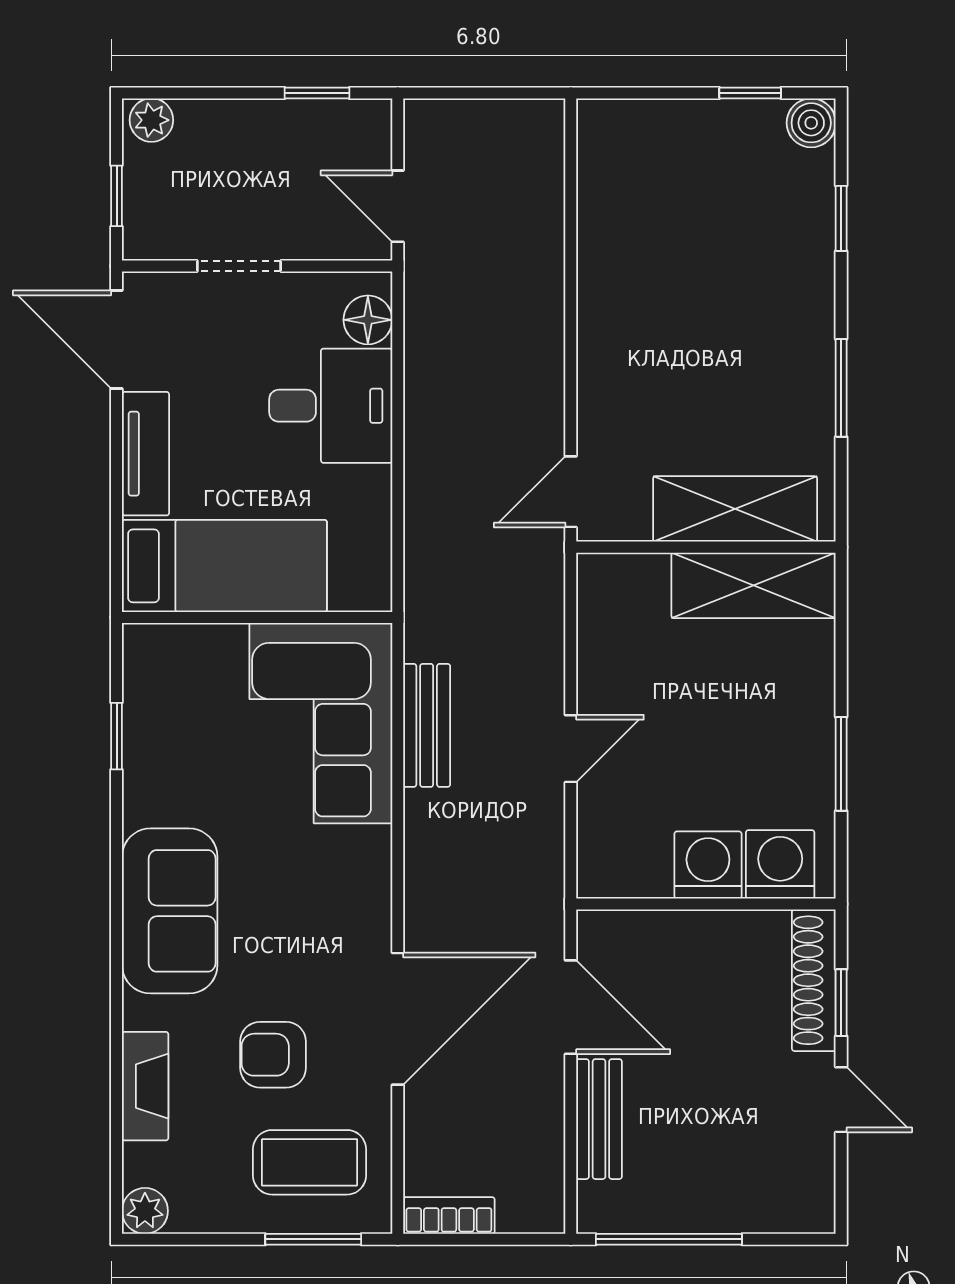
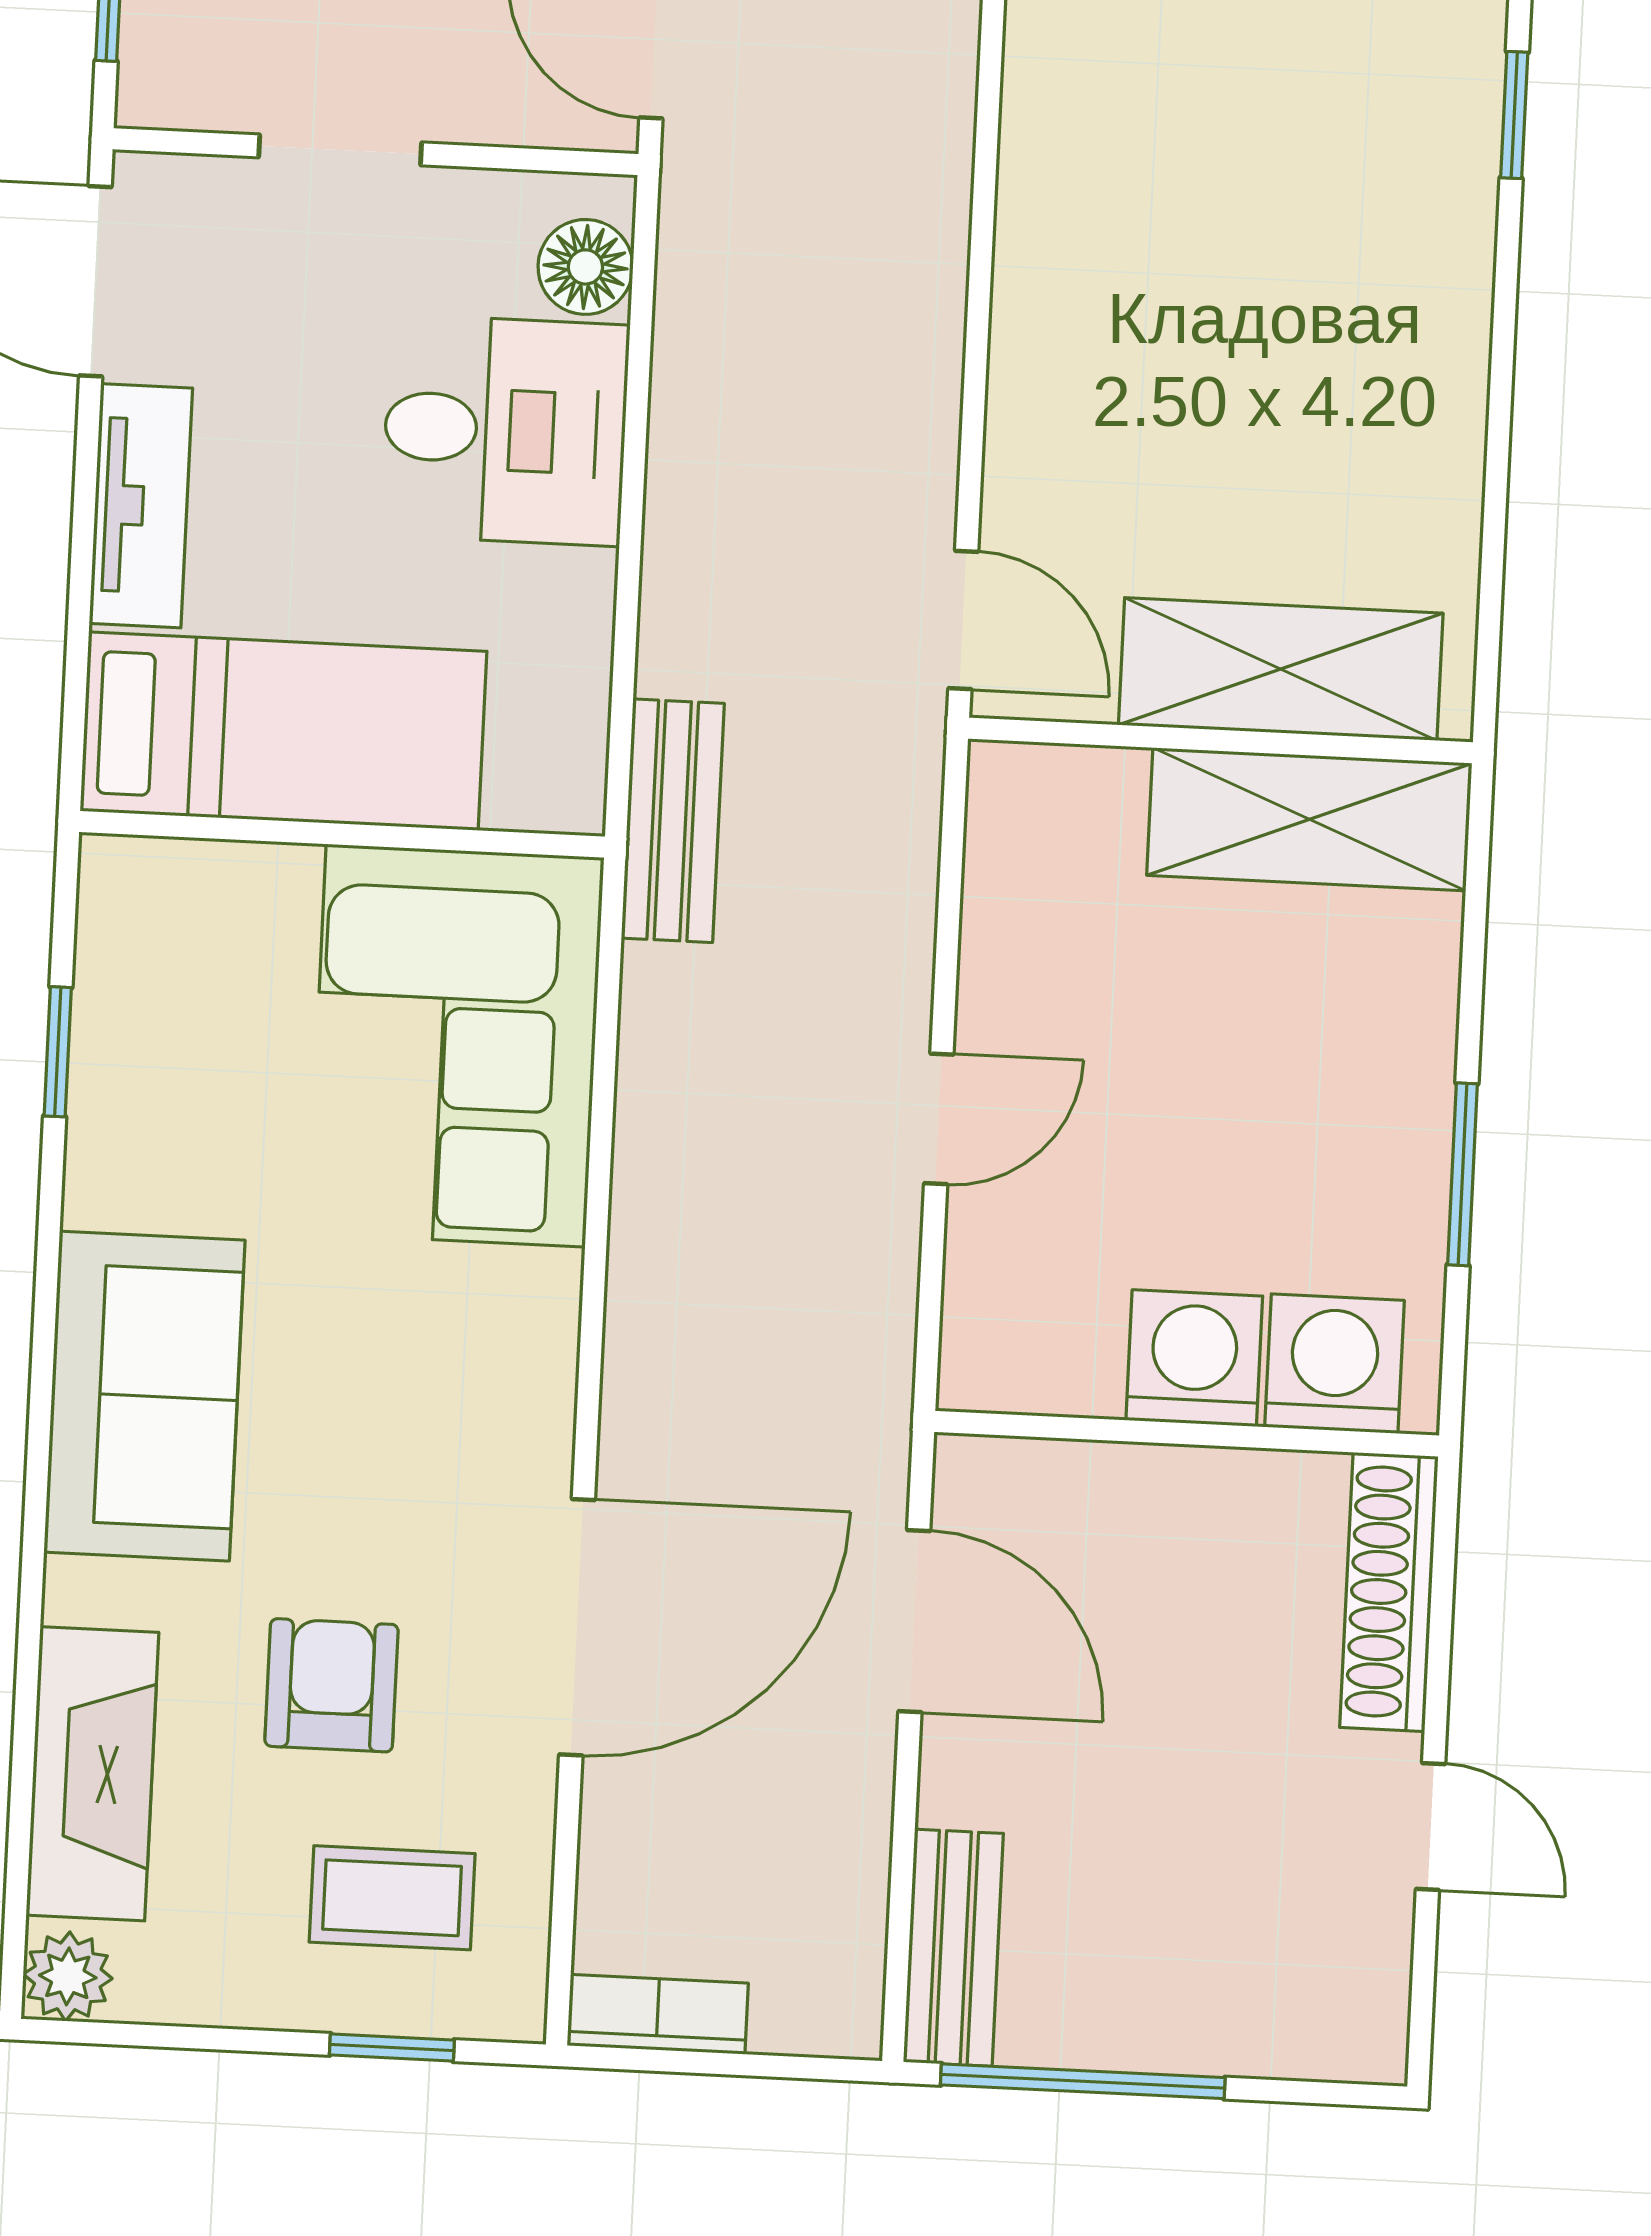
window: (841, 388) -> (1498, 444), removed
door: (571, 492) -> (963, 620), swing flipped
bench: (427, 725) -> (673, 821), moved
window: (841, 1003) -> (1440, 1638), removed
armchair: (273, 1055) -> (331, 1685), turned 90
fireplace: (145, 1086) -> (92, 1774), width x1.37, depth x1.32
bench: (599, 1119) -> (953, 1948), moved
coffee table: (310, 1162) -> (392, 1898), width x0.73, depth x0.77
window: (313, 1239) -> (392, 2048), width x0.67

